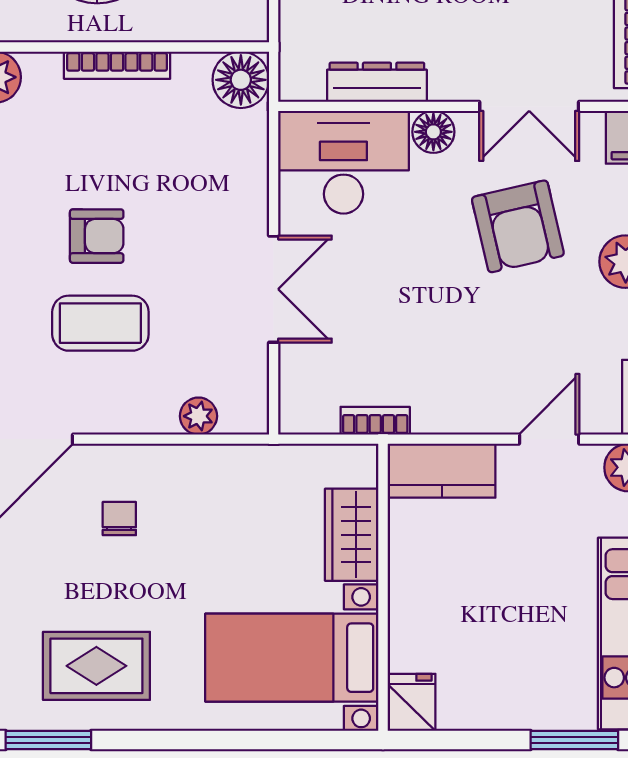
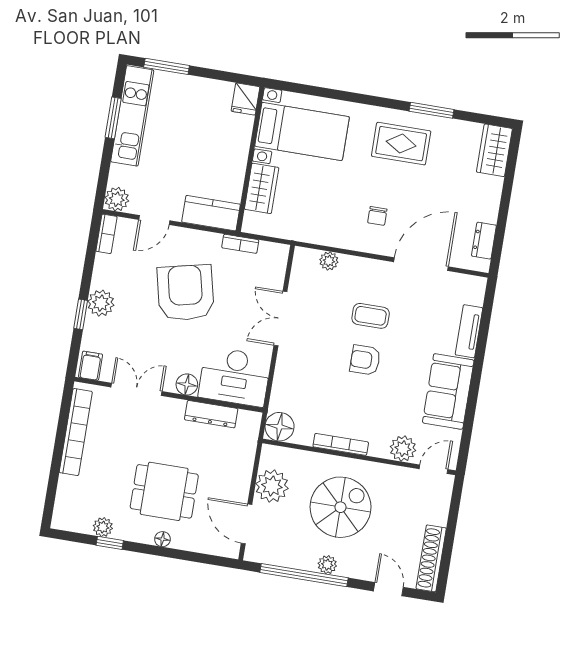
armchair: (518, 226) -> (186, 293), moved, width x1.36, depth x1.36
coffee table: (100, 323) -> (371, 316), width x0.73, depth x0.77

